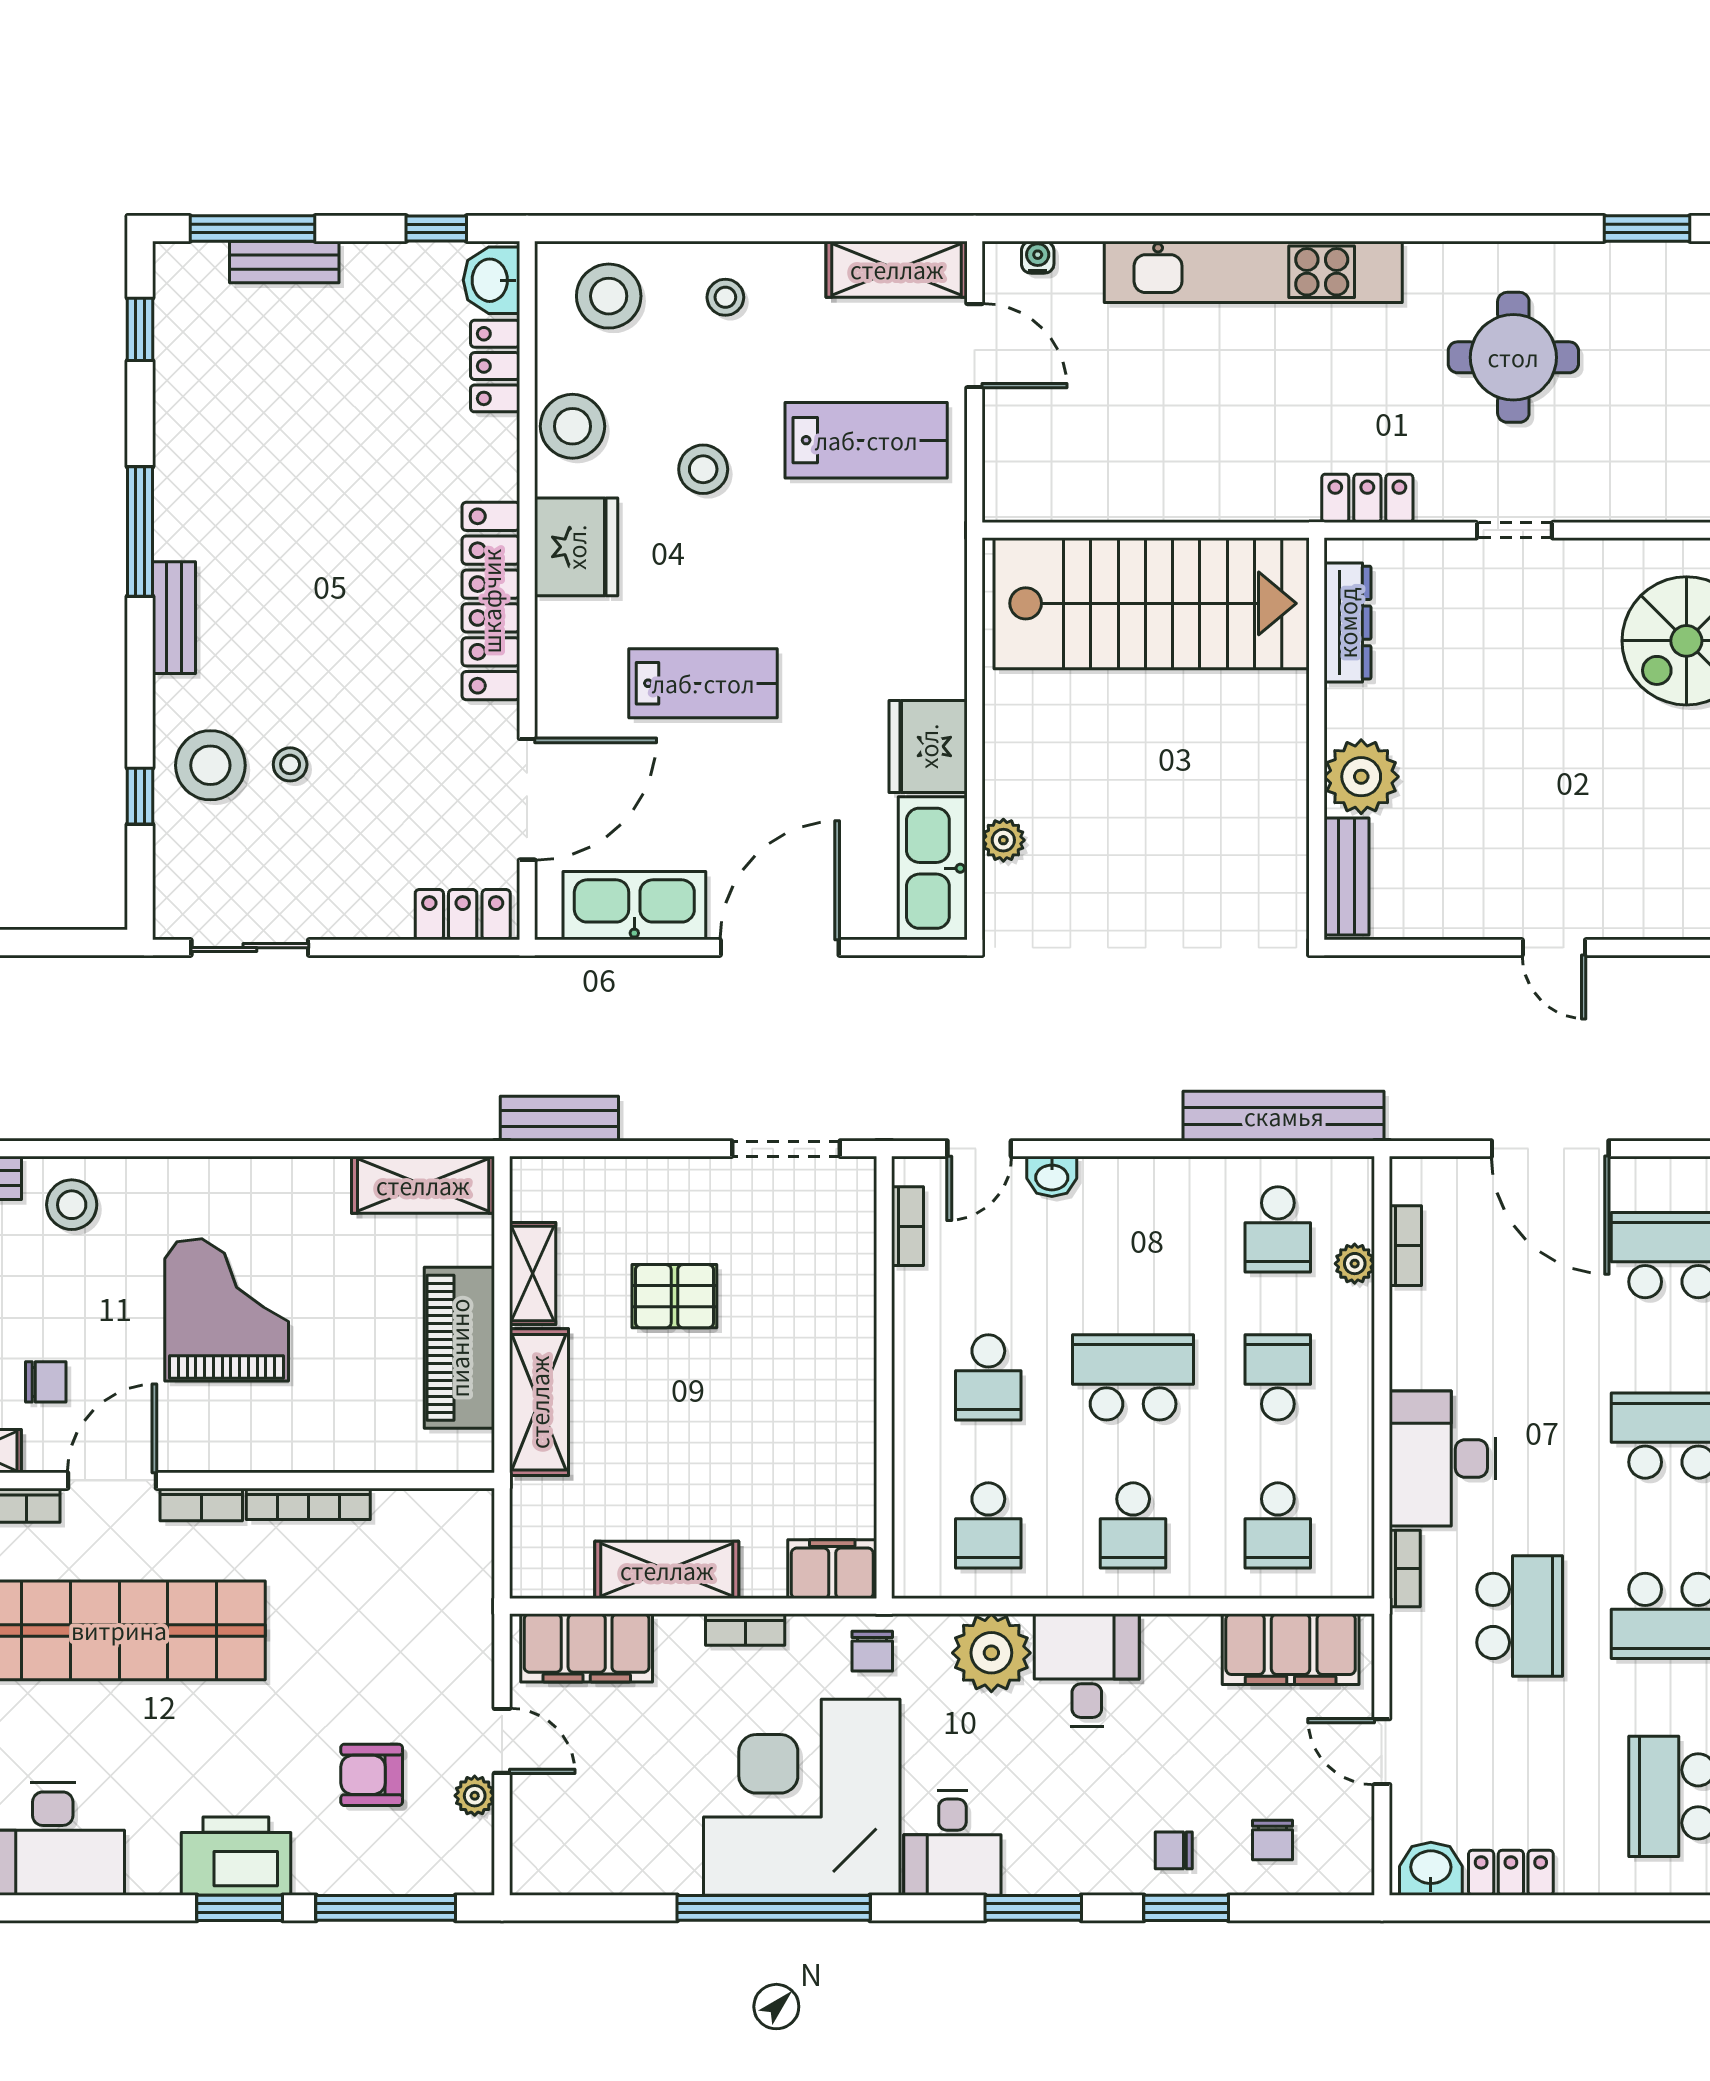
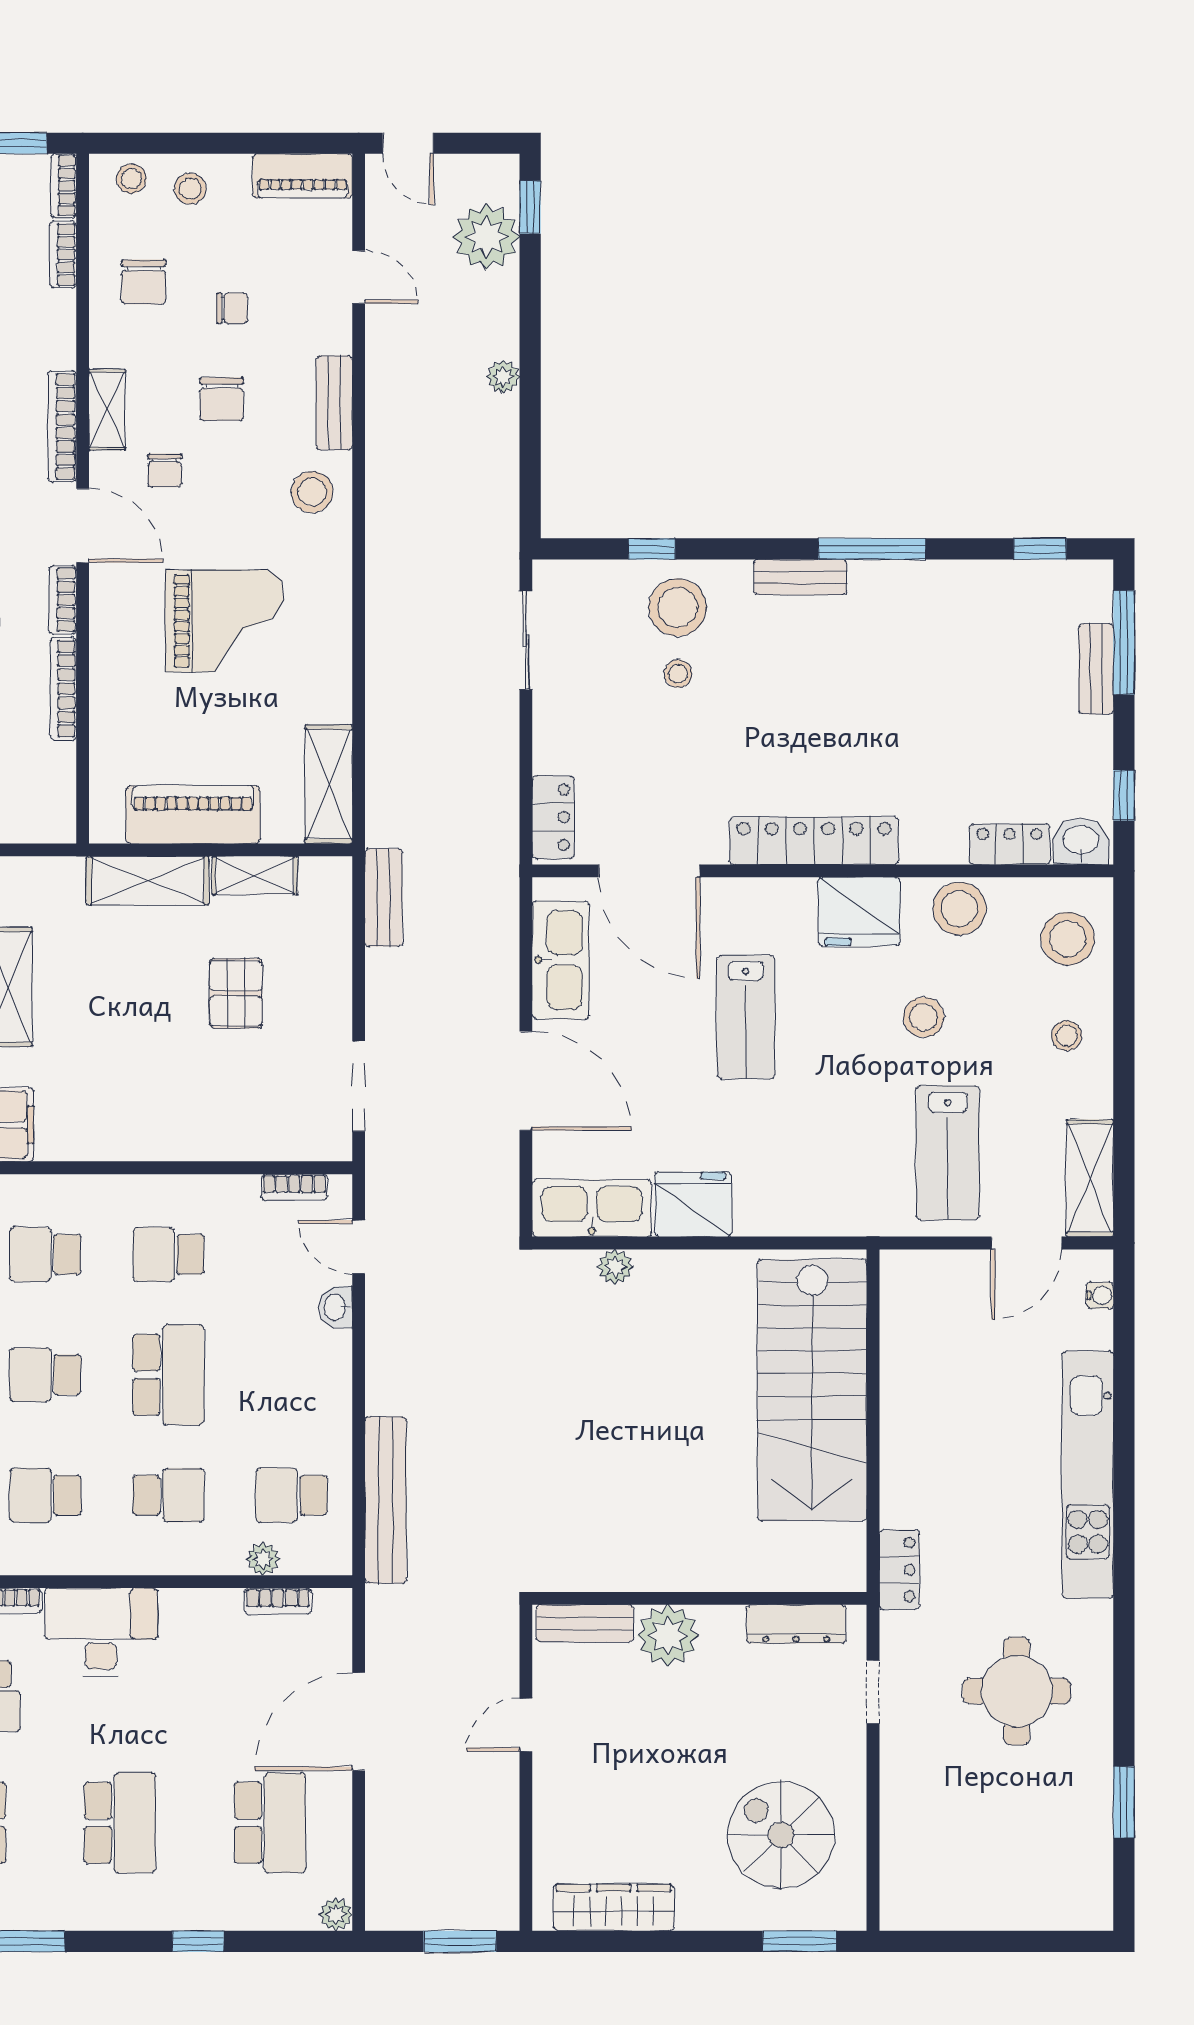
dresser: (1347, 623) -> (796, 1624), moved
wall: (1317, 739) -> (699, 1598), moved
plant: (1361, 777) -> (668, 1636), moved
bench: (1347, 876) -> (585, 1623), moved

